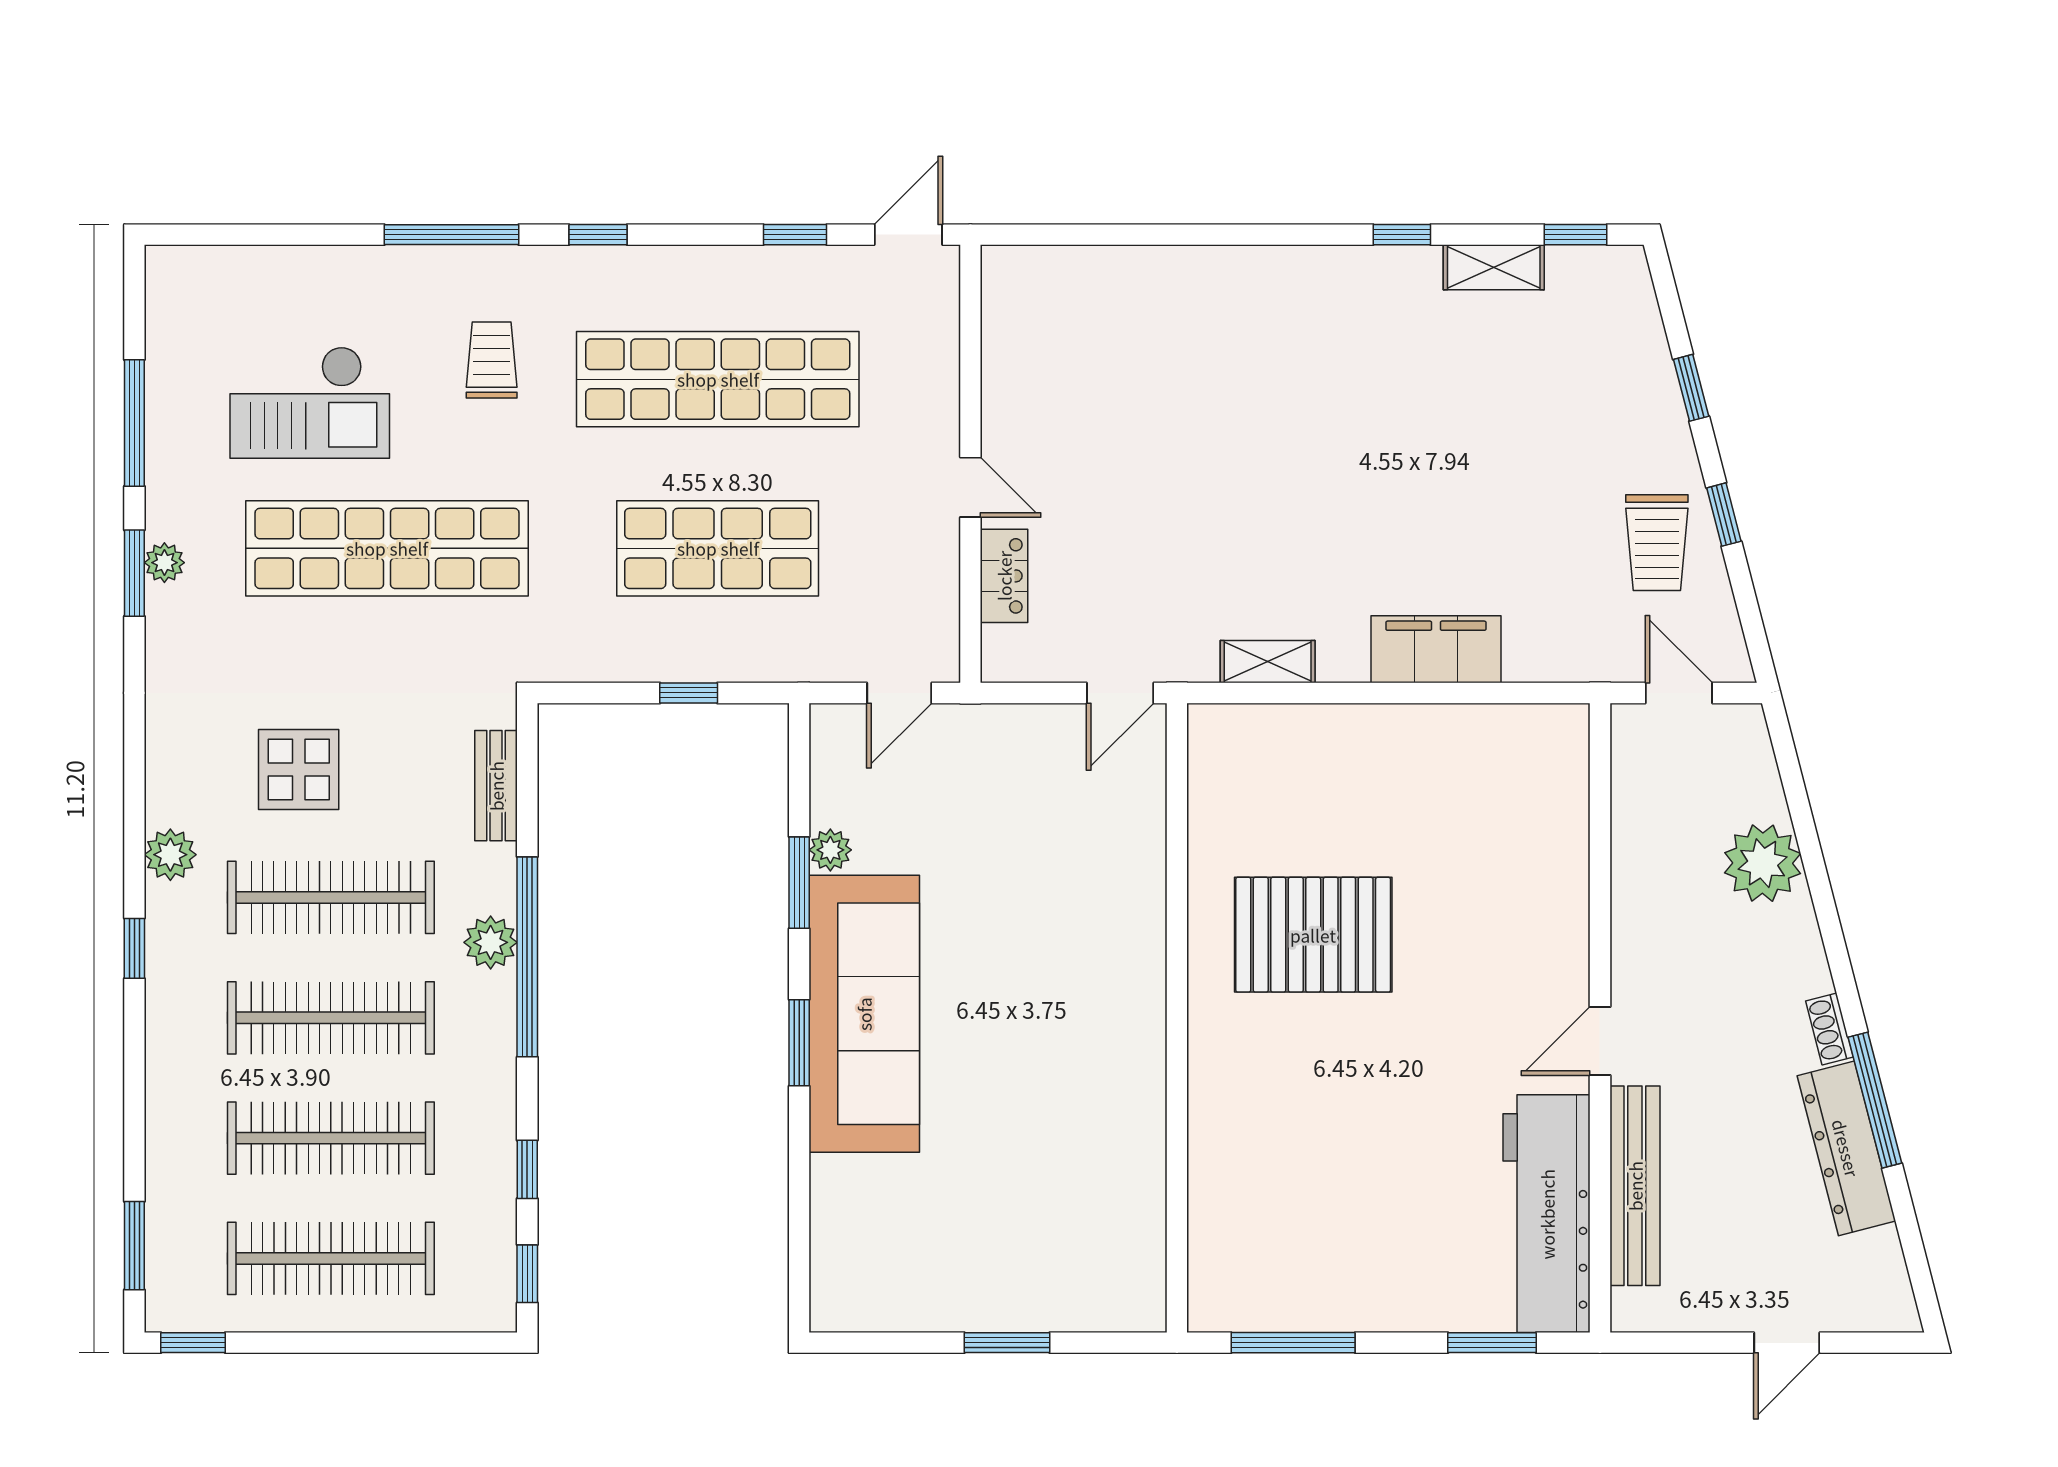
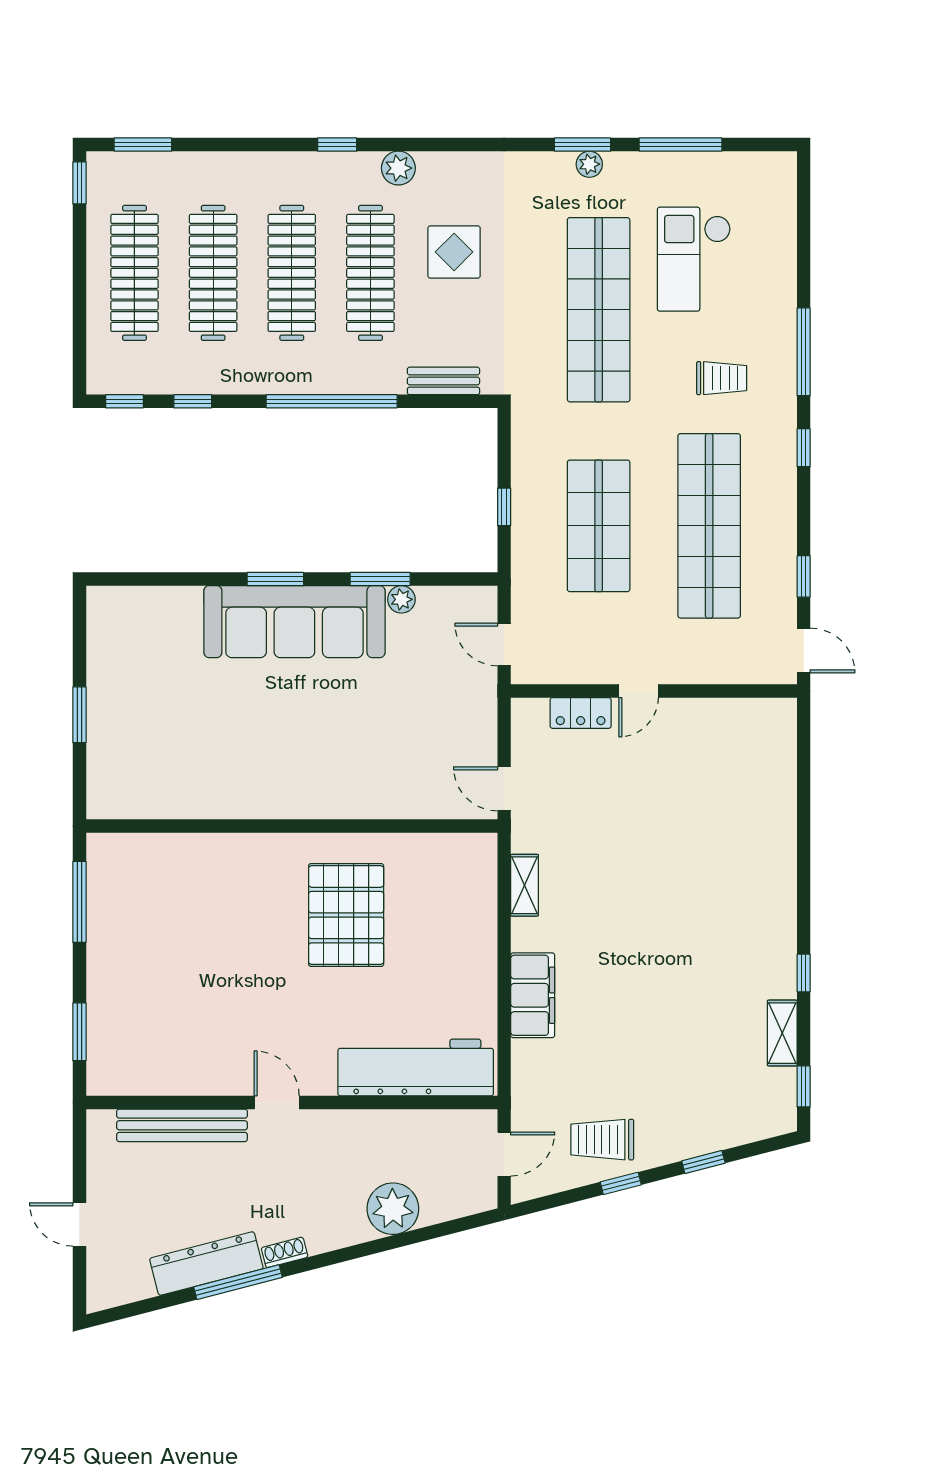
plant: (491, 942) -> (341, 377), removed
workbench: (1547, 1214) -> (416, 1068), moved

